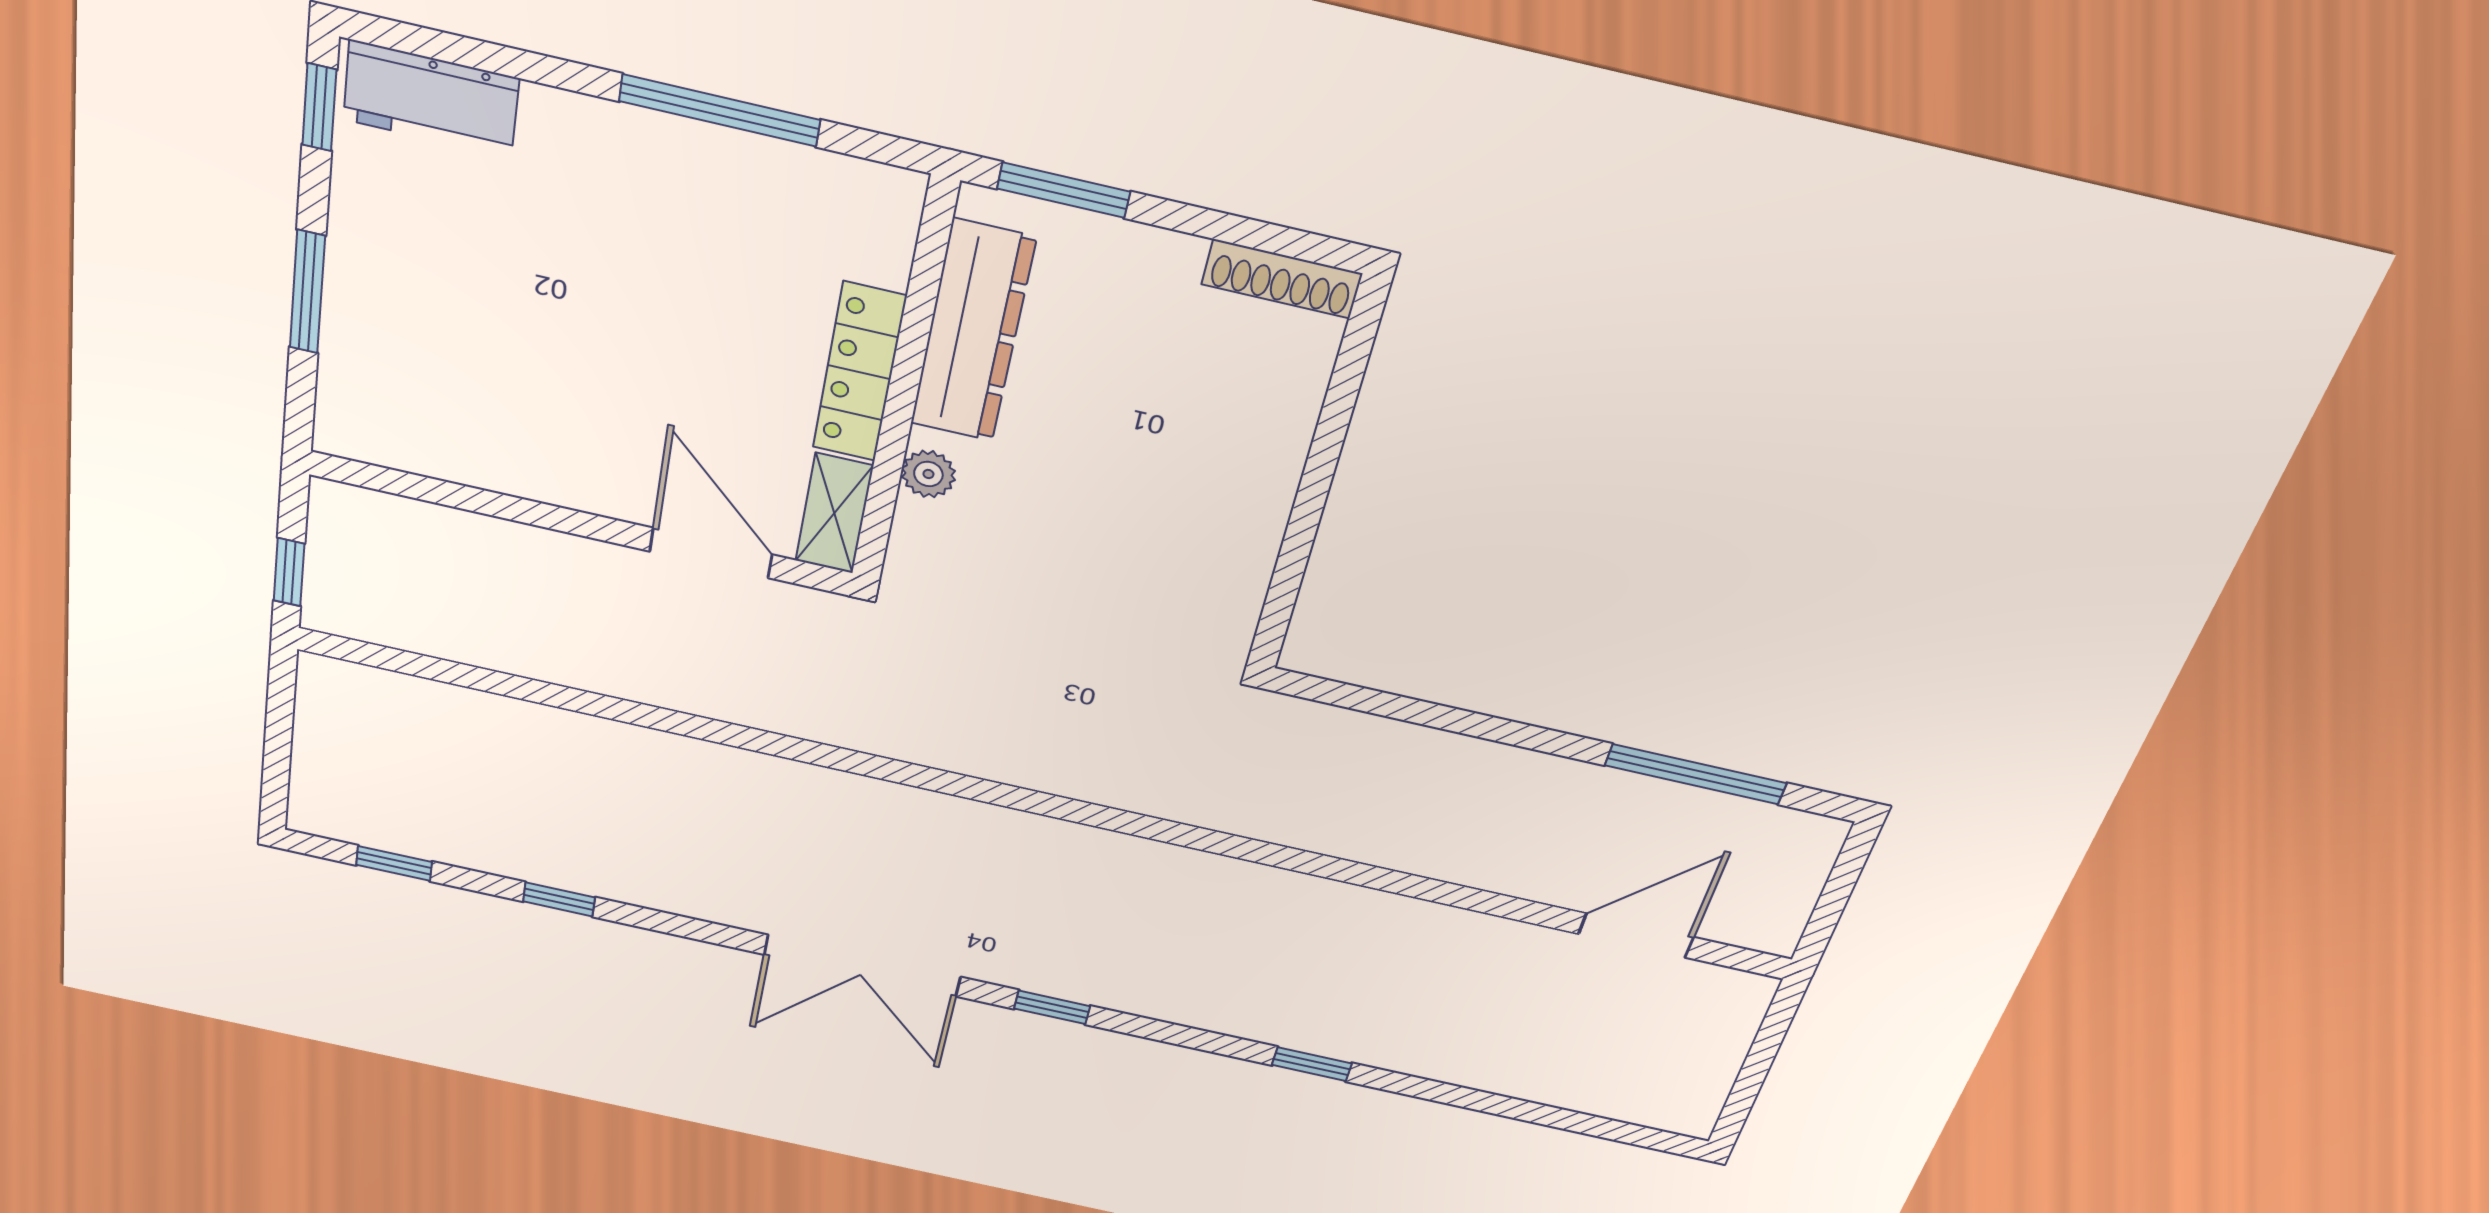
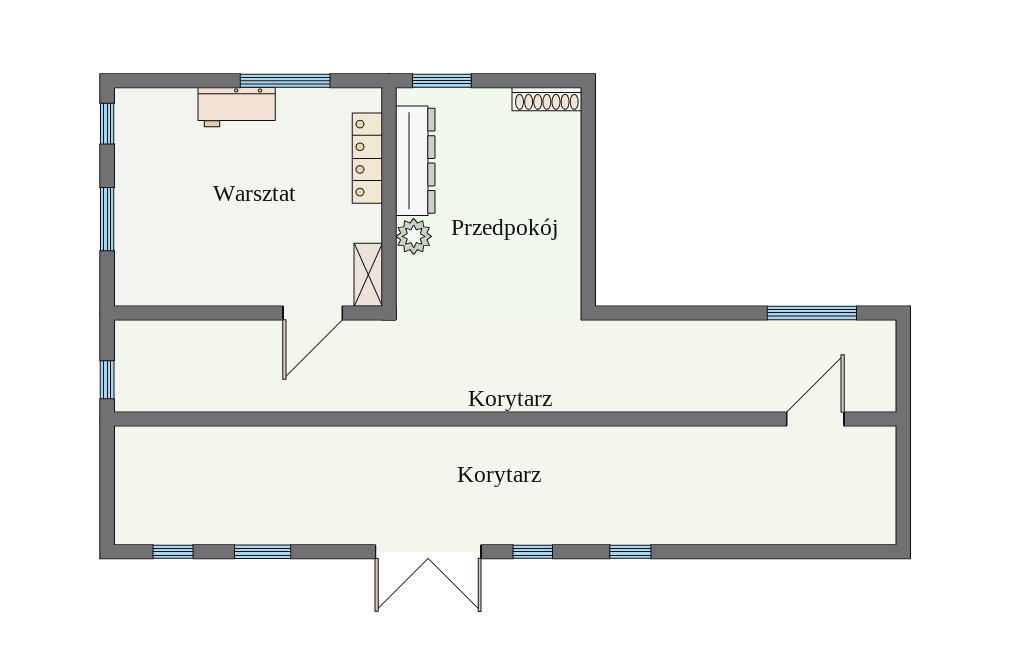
workbench: (431, 99) -> (237, 107), moved
locker: (859, 372) -> (367, 158), moved
plant: (928, 474) -> (414, 236), width x1.38, depth x1.38
door: (711, 553) -> (313, 313), swing flipped
window: (559, 899) -> (263, 552), width x1.50
window: (1312, 1064) -> (630, 552), moved

